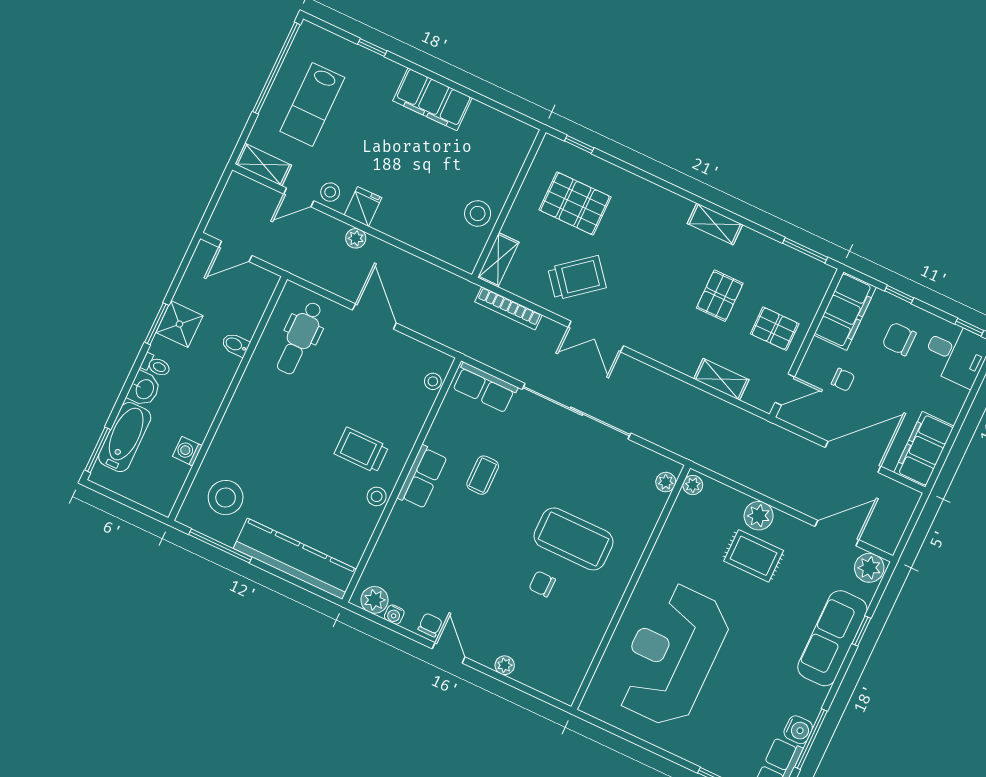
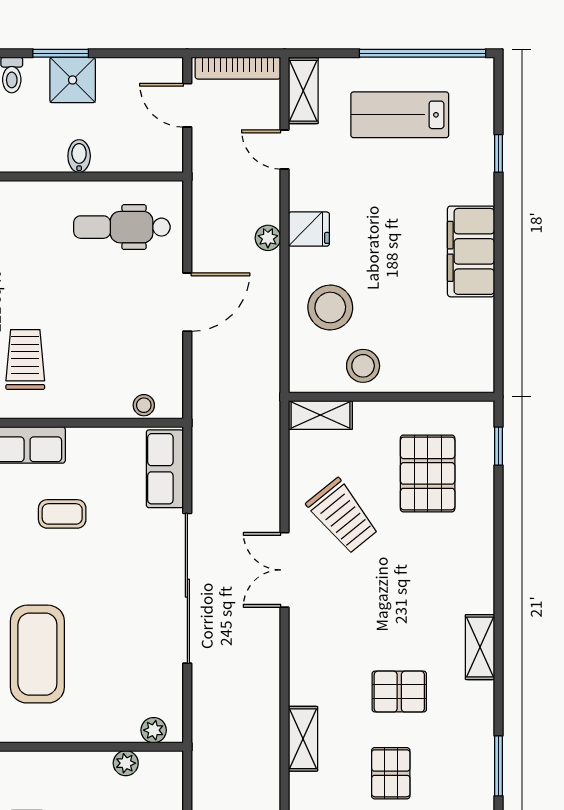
stool: (330, 192) -> (330, 307), moved, width x1.89, depth x1.89
bookcase: (508, 308) -> (238, 68), moved, turned -90
plant: (693, 485) -> (126, 763), moved

